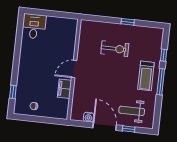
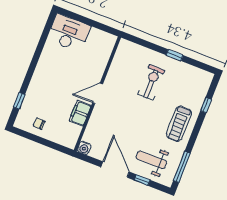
desk: (34, 26) -> (69, 33), width x1.37
exercise bike: (115, 49) -> (151, 82), turned -90
window: (161, 82) -> (182, 167), moved
water cooler: (88, 117) -> (84, 148), moved

